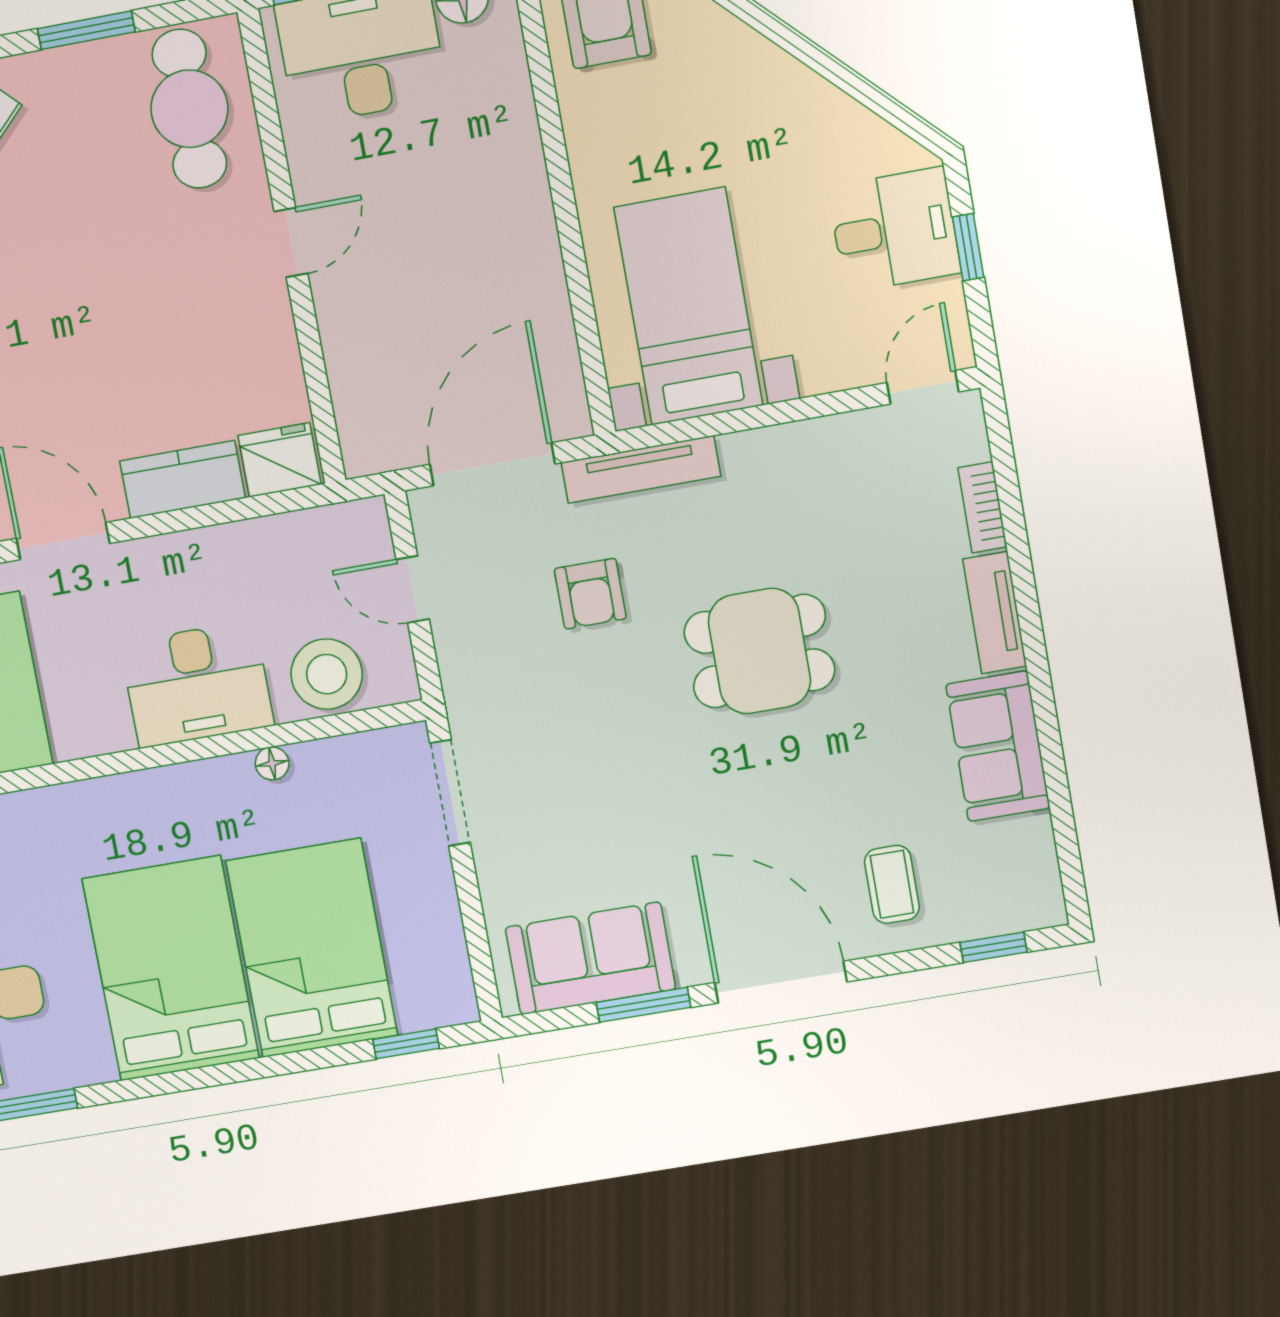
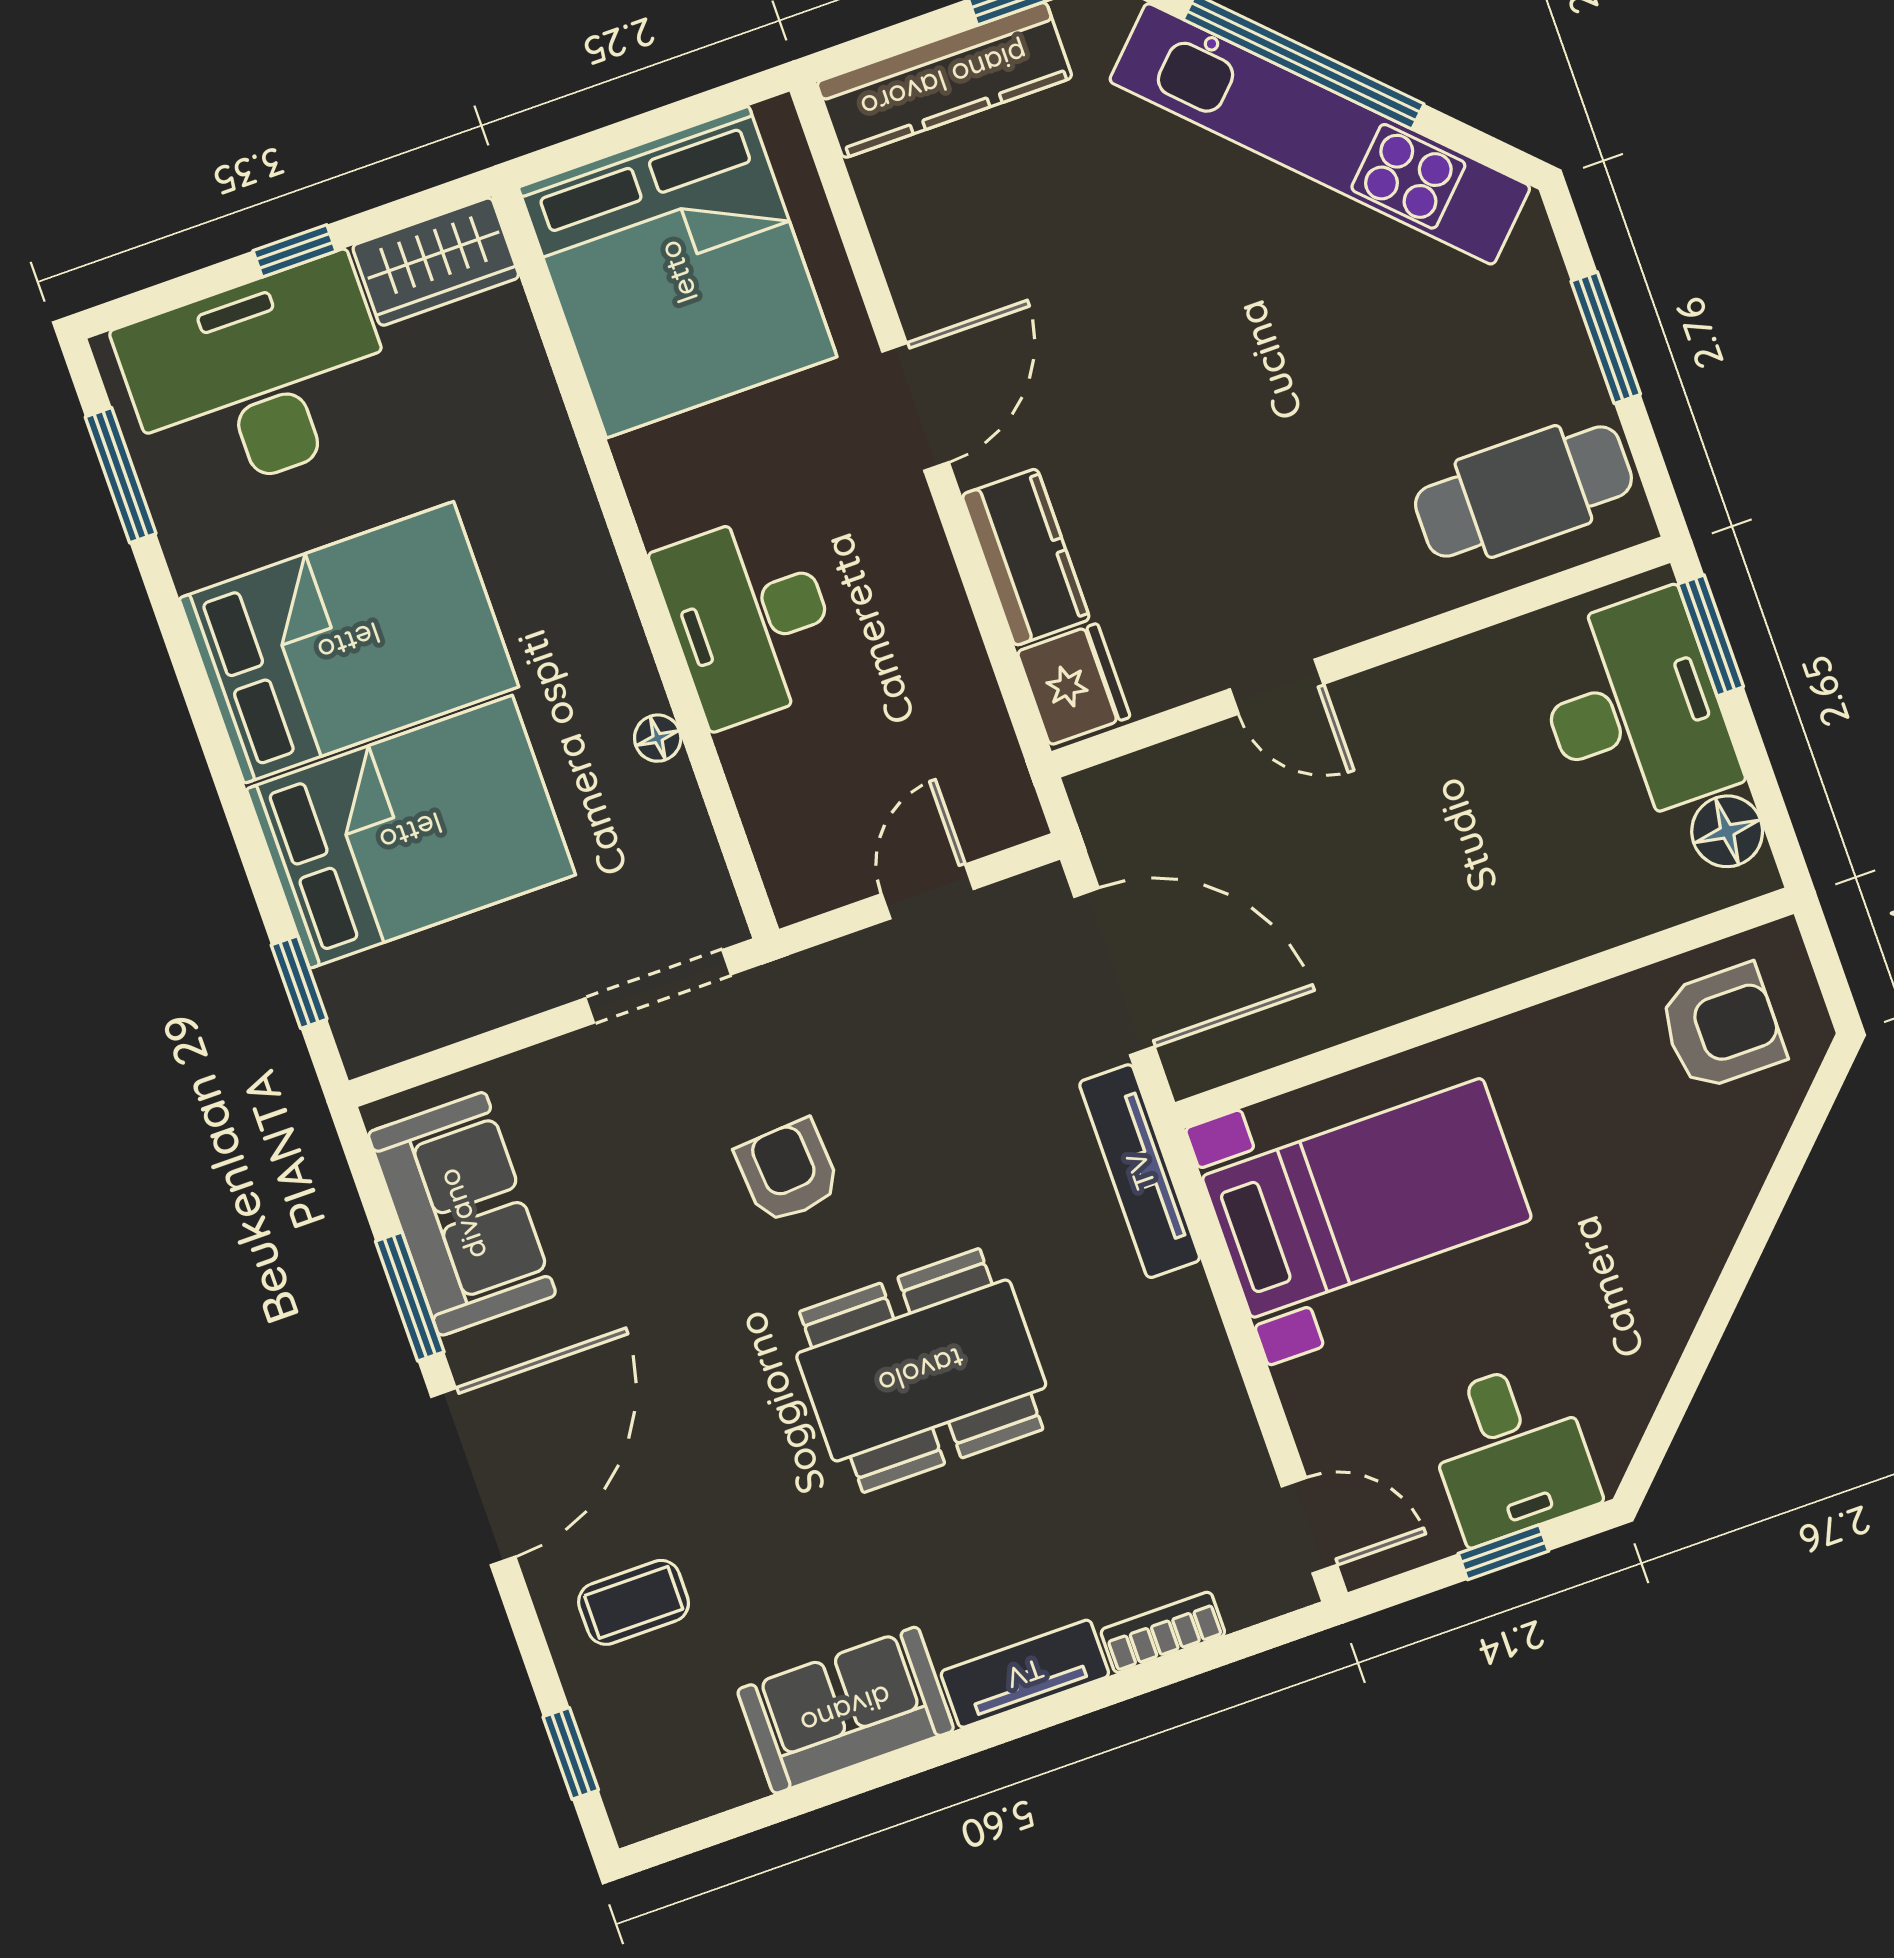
door: (291, 242) -> (1277, 687), moved
armchair: (590, 594) -> (788, 1171), moved, turned 86
dining table: (759, 651) -> (921, 1371), width x1.38
stool: (327, 674) -> (793, 793), removed

